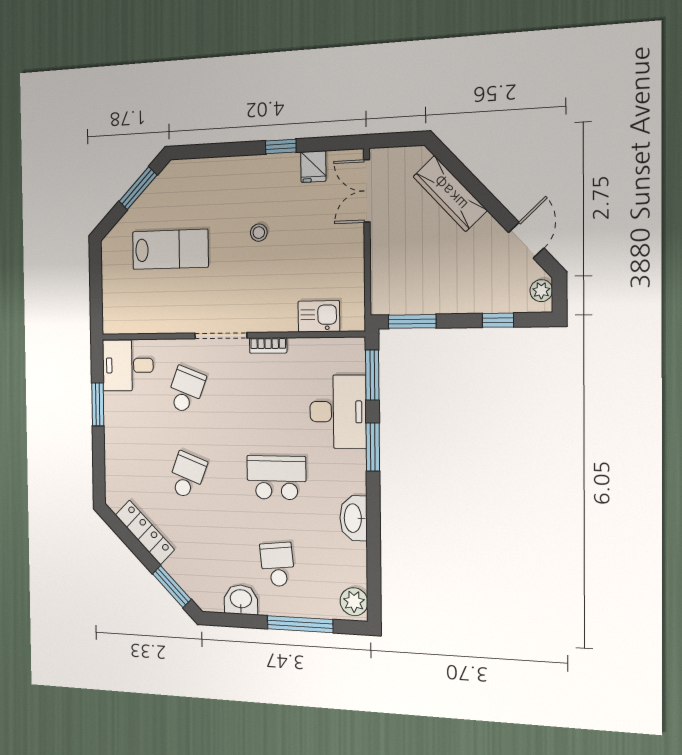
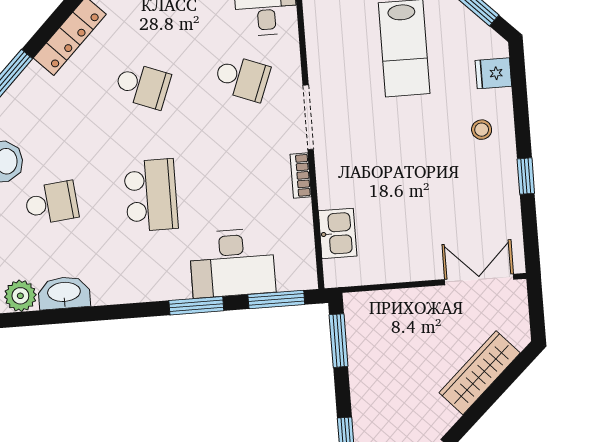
fridge: (313, 167) -> (493, 73), moved
stool: (259, 233) -> (482, 130), moved
washbasin: (354, 518) -> (64, 293), moved

